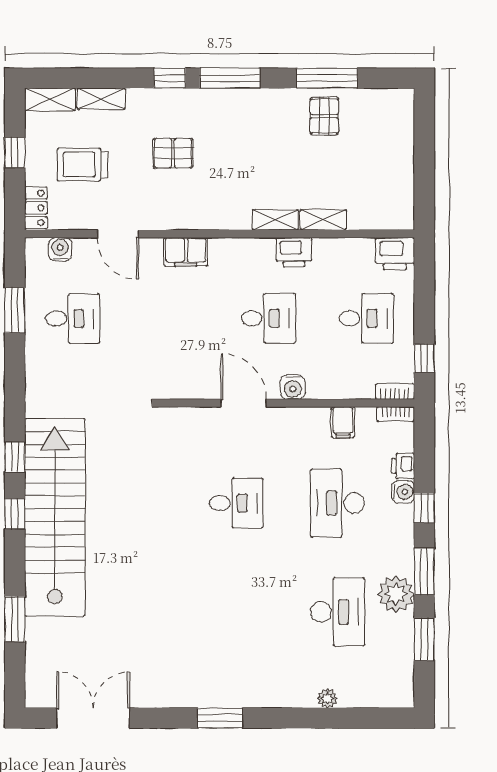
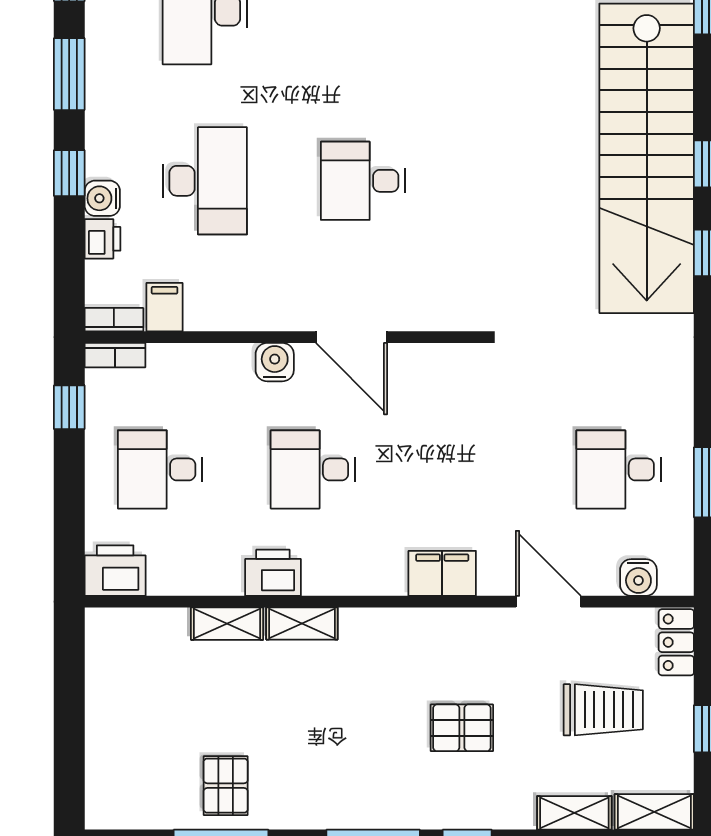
filing cabinet: (343, 422) -> (165, 307), moved
plant: (396, 594) -> (113, 38), removed

